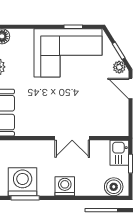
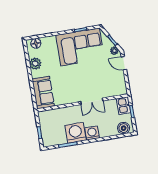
washing machine: (23, 182) -> (75, 133), moved

